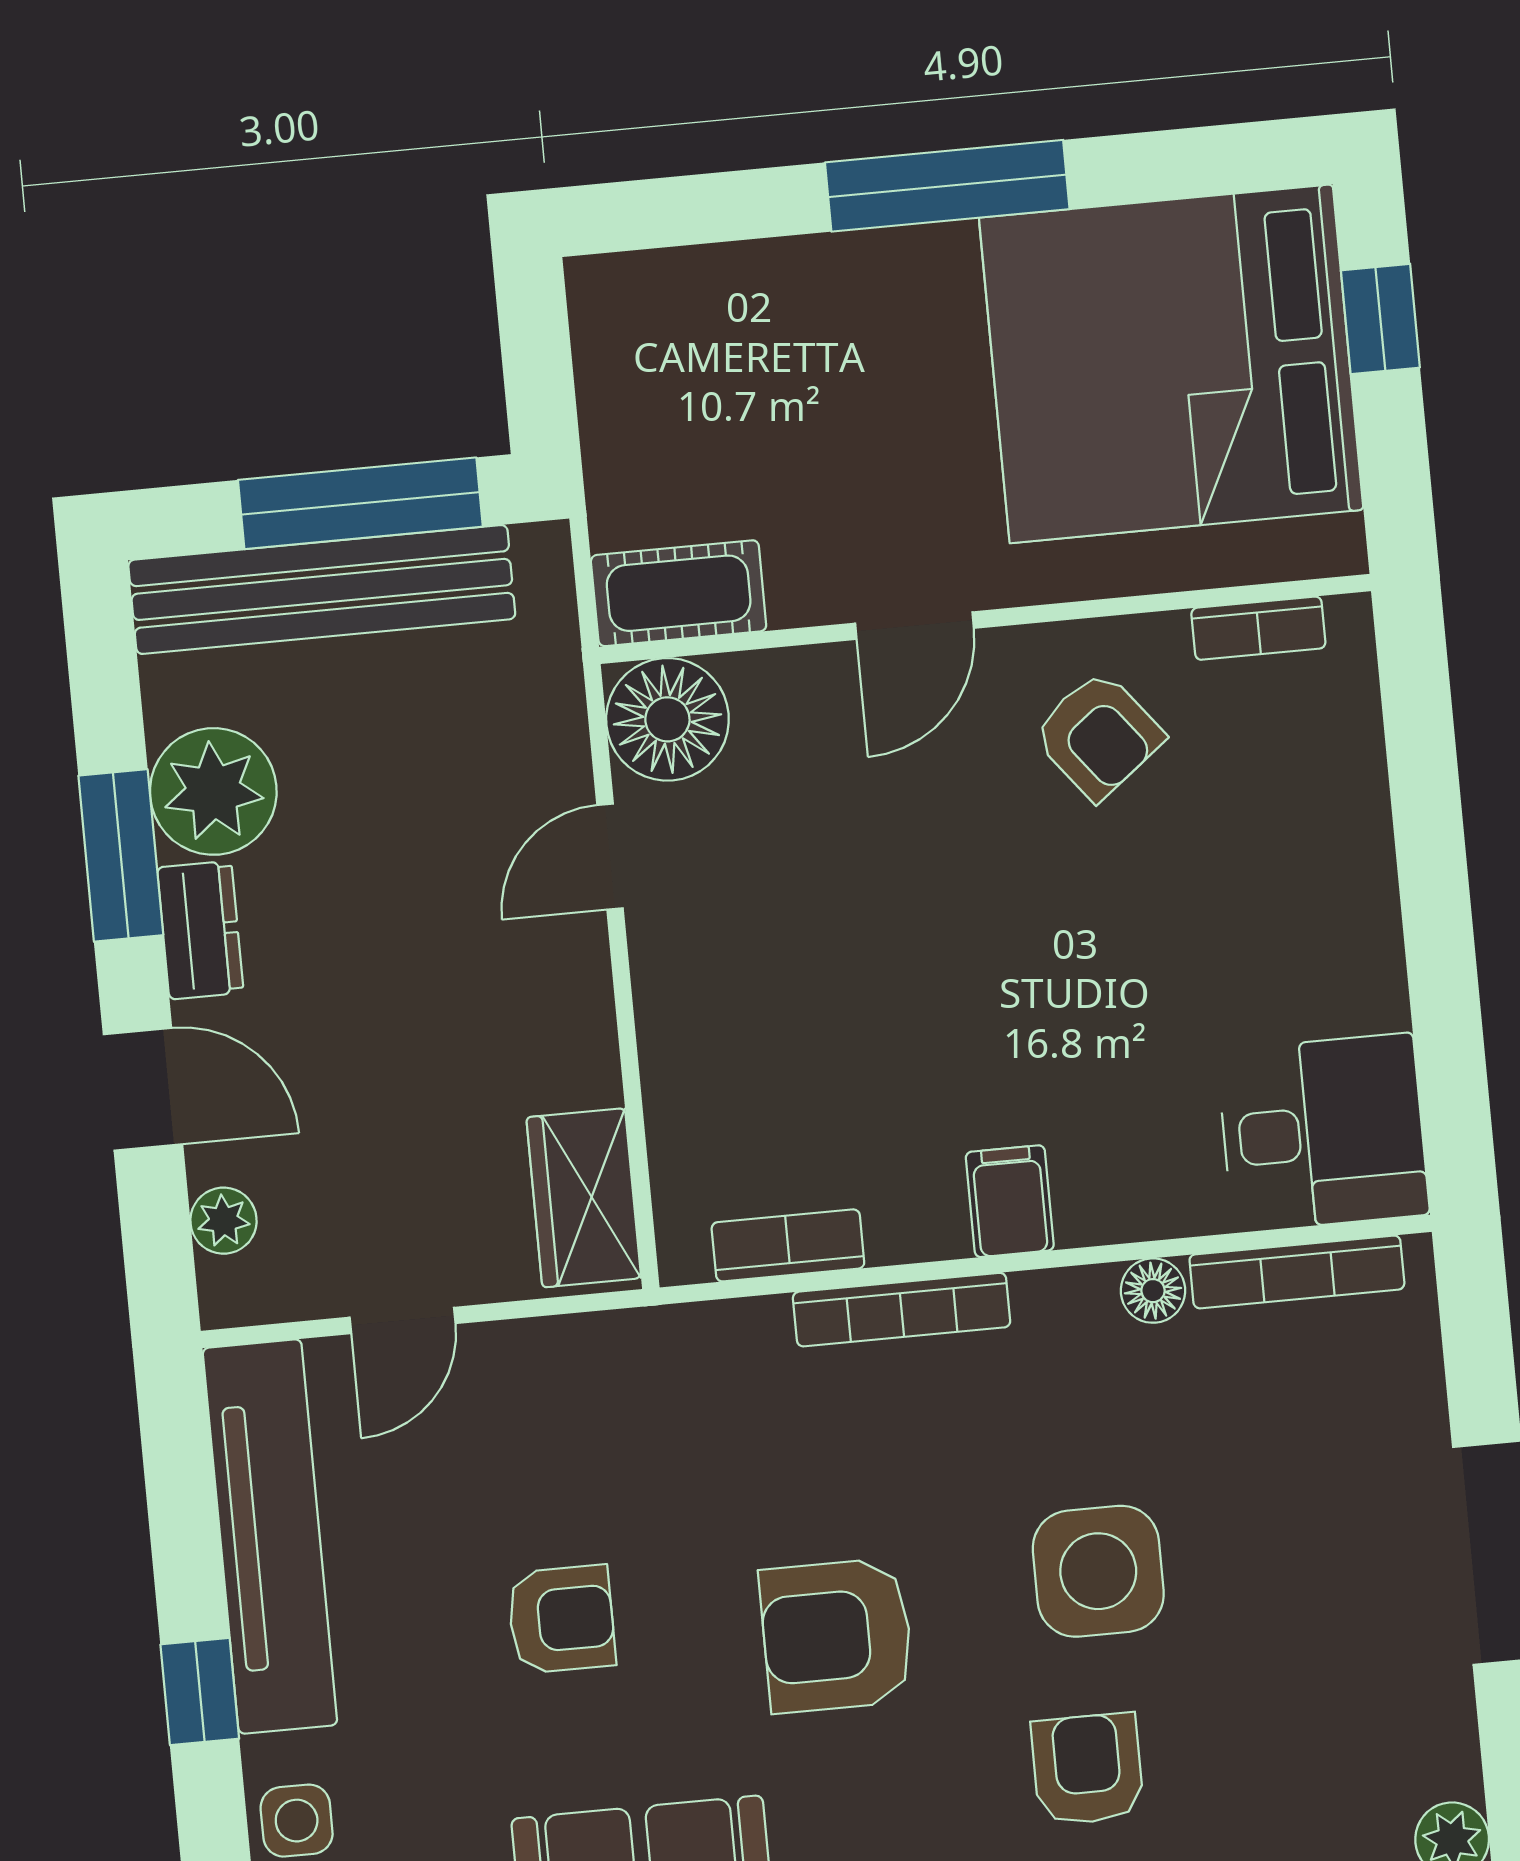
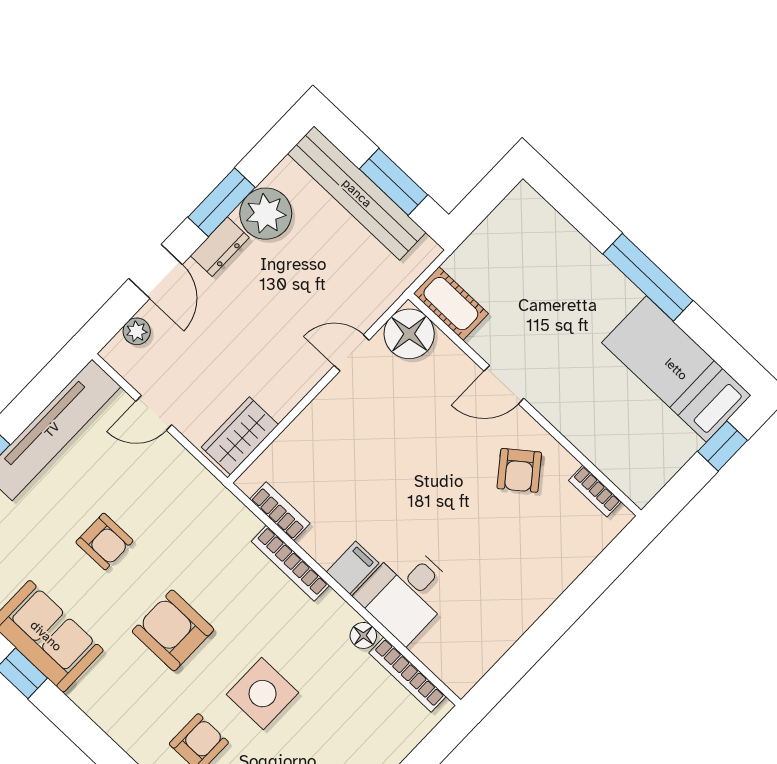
bed: (1171, 364) -> (676, 369), width x0.49
window: (360, 503) -> (394, 182), width x0.69
desk: (1323, 1133) -> (406, 593), moved, turned 90

